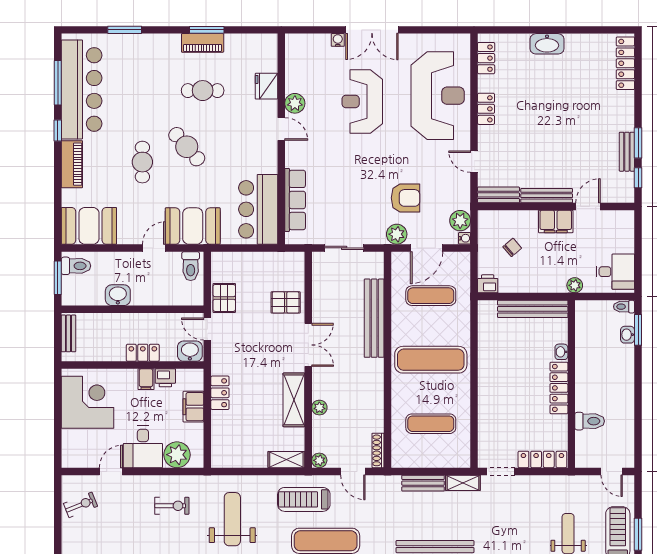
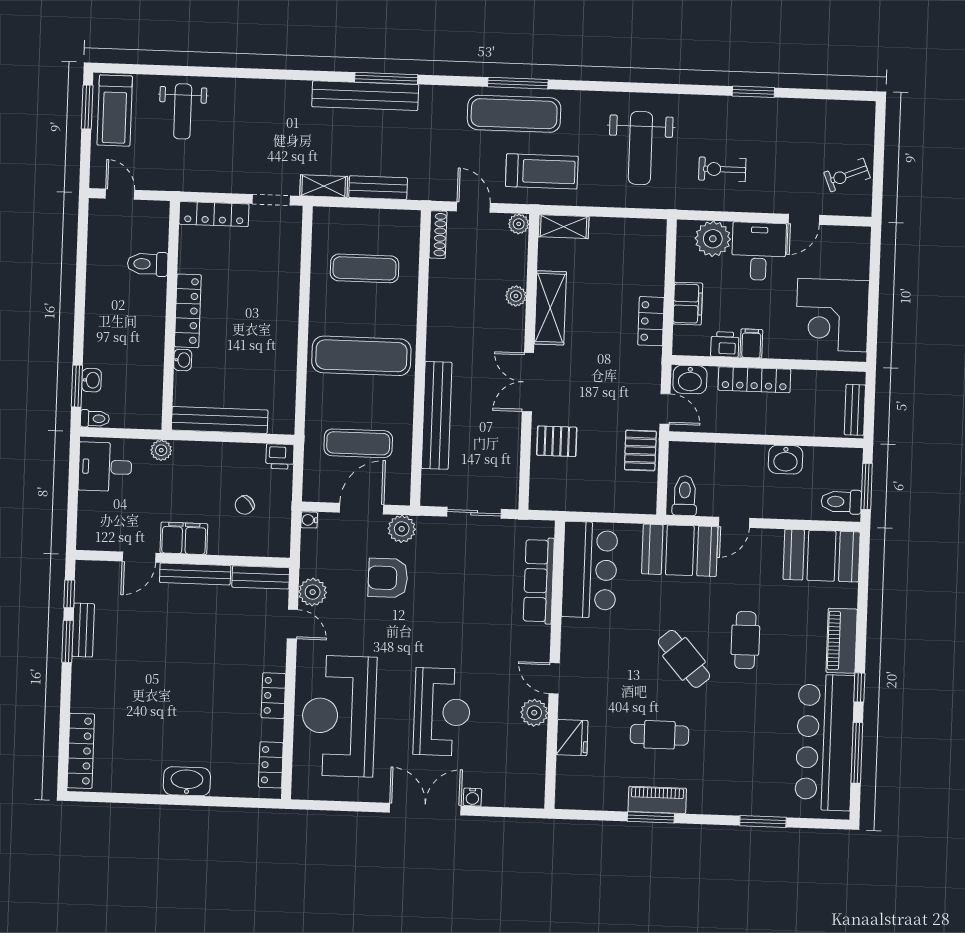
plant: (460, 221) -> (313, 592), moved
locker: (143, 353) -> (754, 380), width x1.53

